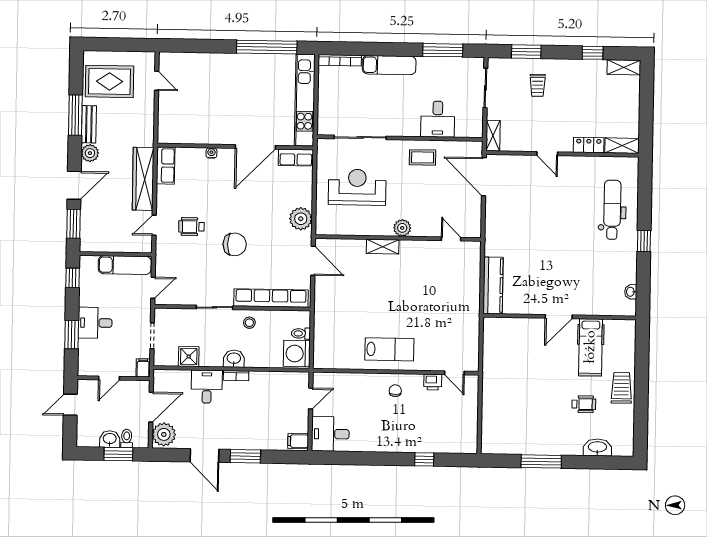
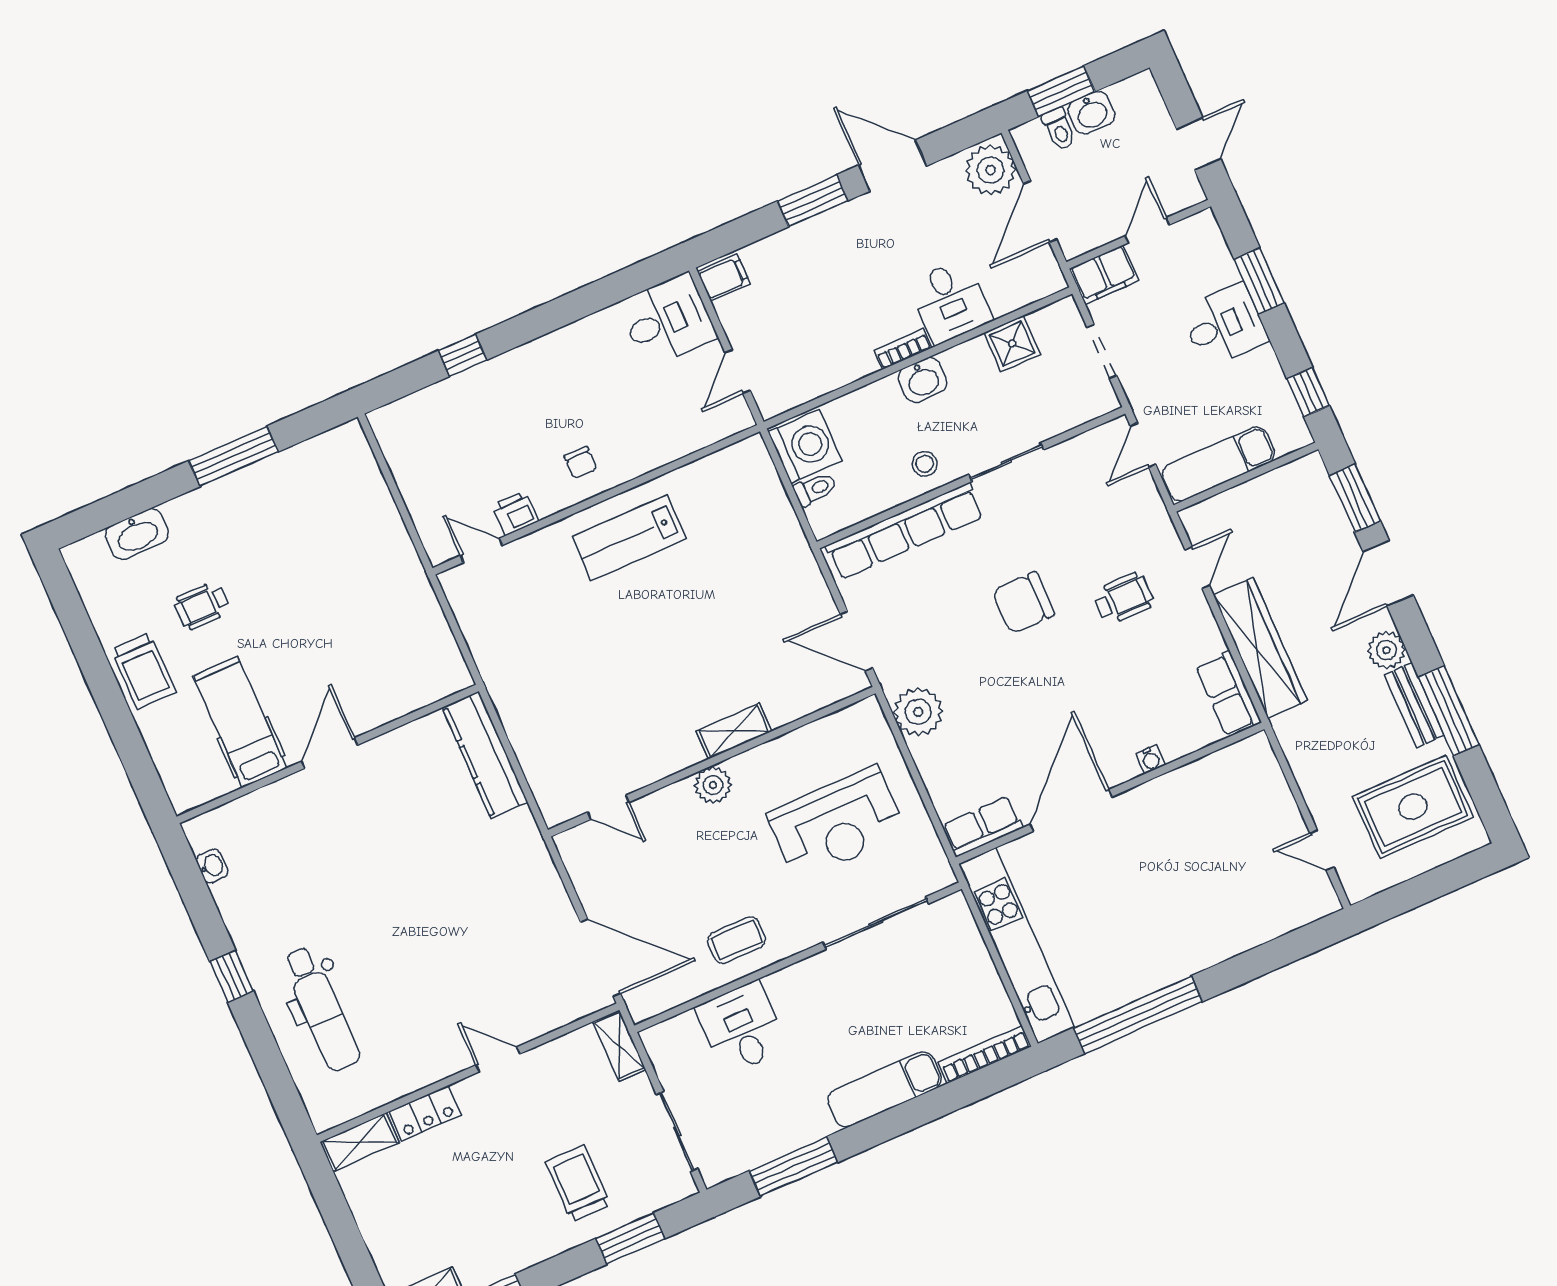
trolley: (538, 85) -> (578, 1183), width x1.36, depth x1.39
filing cabinet: (143, 368) -> (1104, 275), width x2.00

